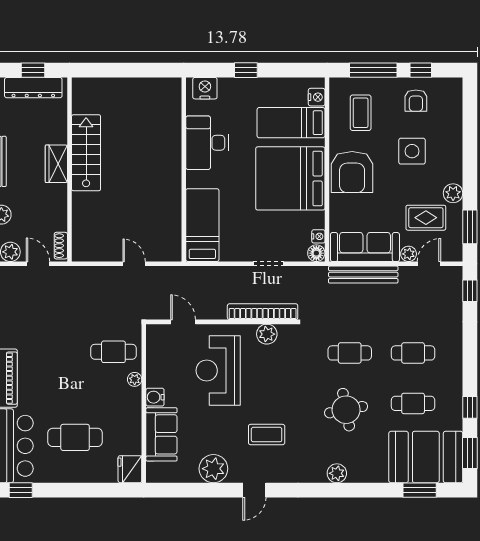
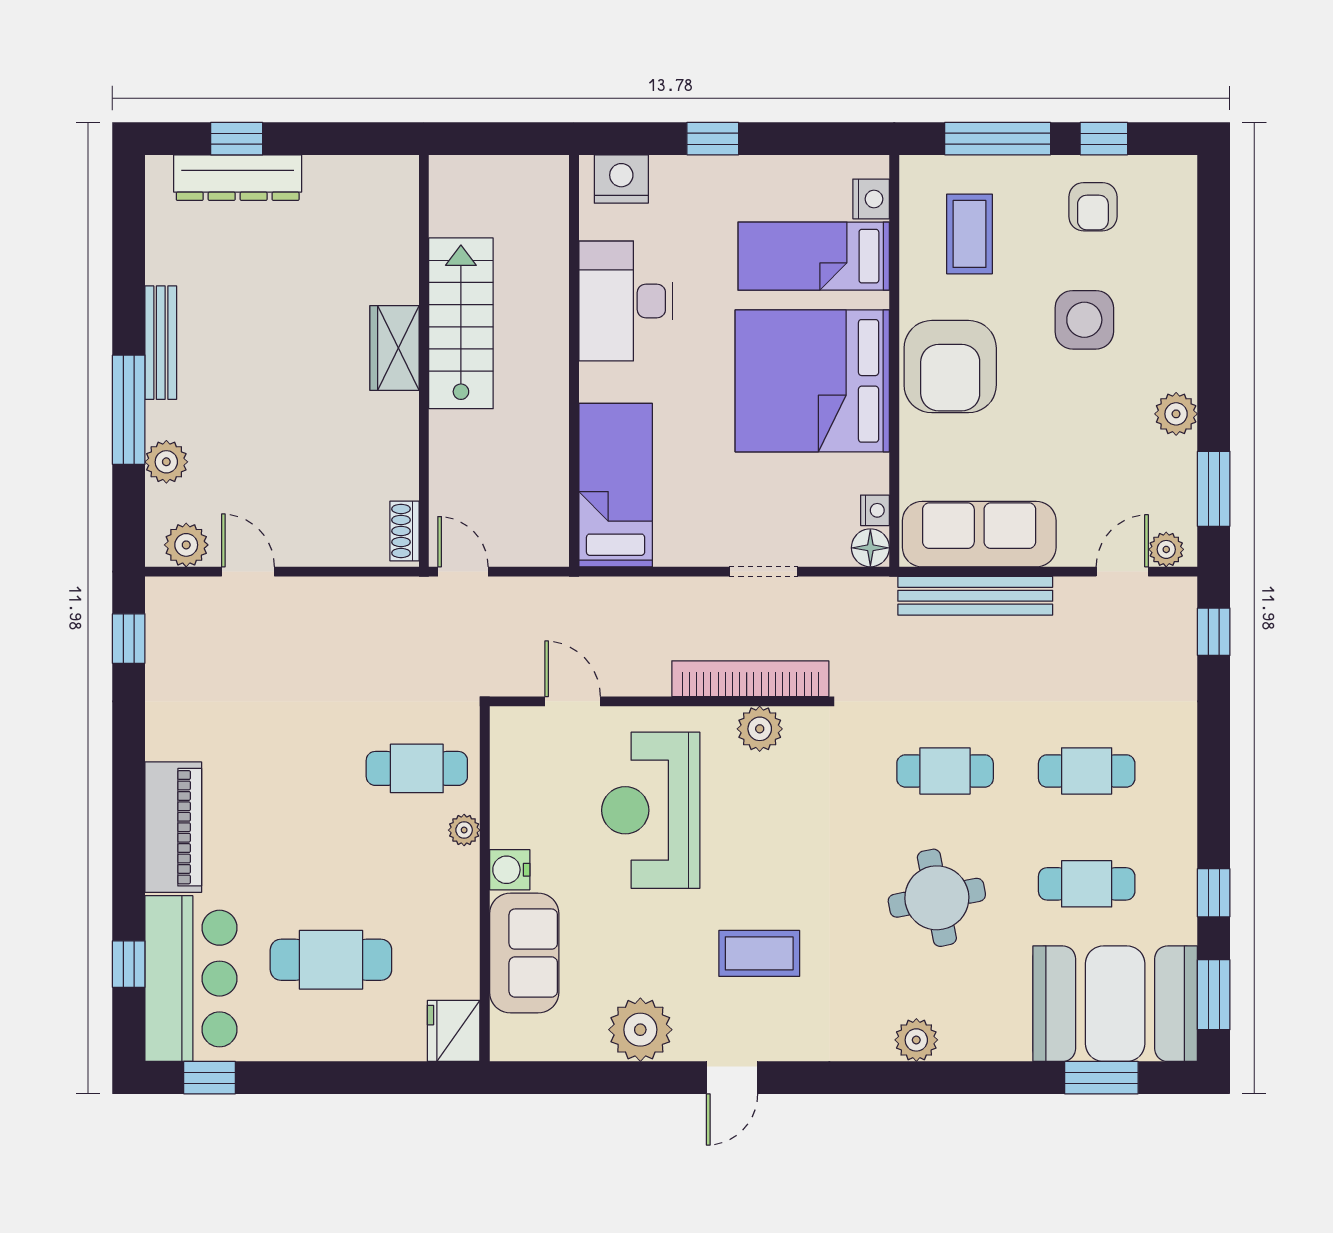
stairs: (86, 153) -> (461, 323), moved
wardrobe: (56, 164) -> (394, 348), moved
wall: (69, 169) -> (424, 361), moved
rug: (426, 218) -> (1115, 468), removed
shoe rack: (61, 246) -> (404, 531), moved
plant: (409, 254) -> (1166, 549), moved

